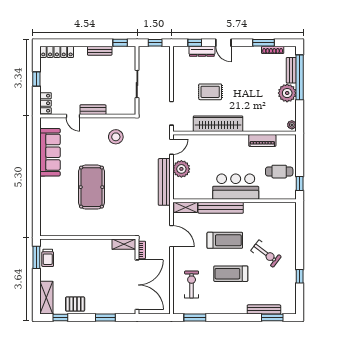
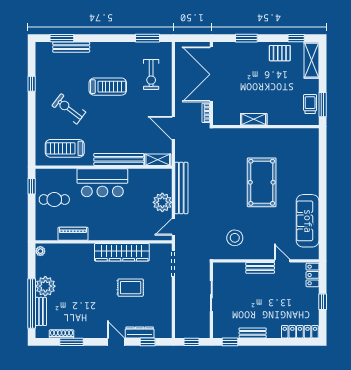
treadmill: (225, 240) -> (65, 148), moved
shelving: (124, 244) -> (254, 119), moved

